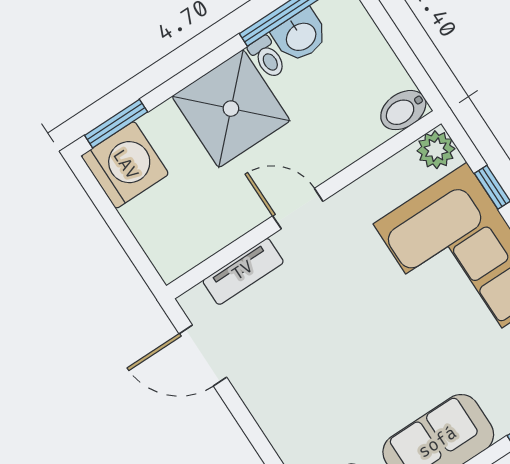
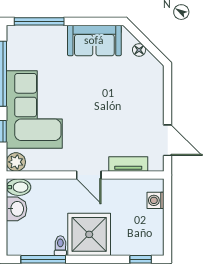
washbasin: (300, 36) -> (17, 209), moved, turned 90
window: (116, 124) -> (141, 259), width x0.67
washing machine: (125, 165) -> (156, 200), moved, width x0.53, depth x0.53

